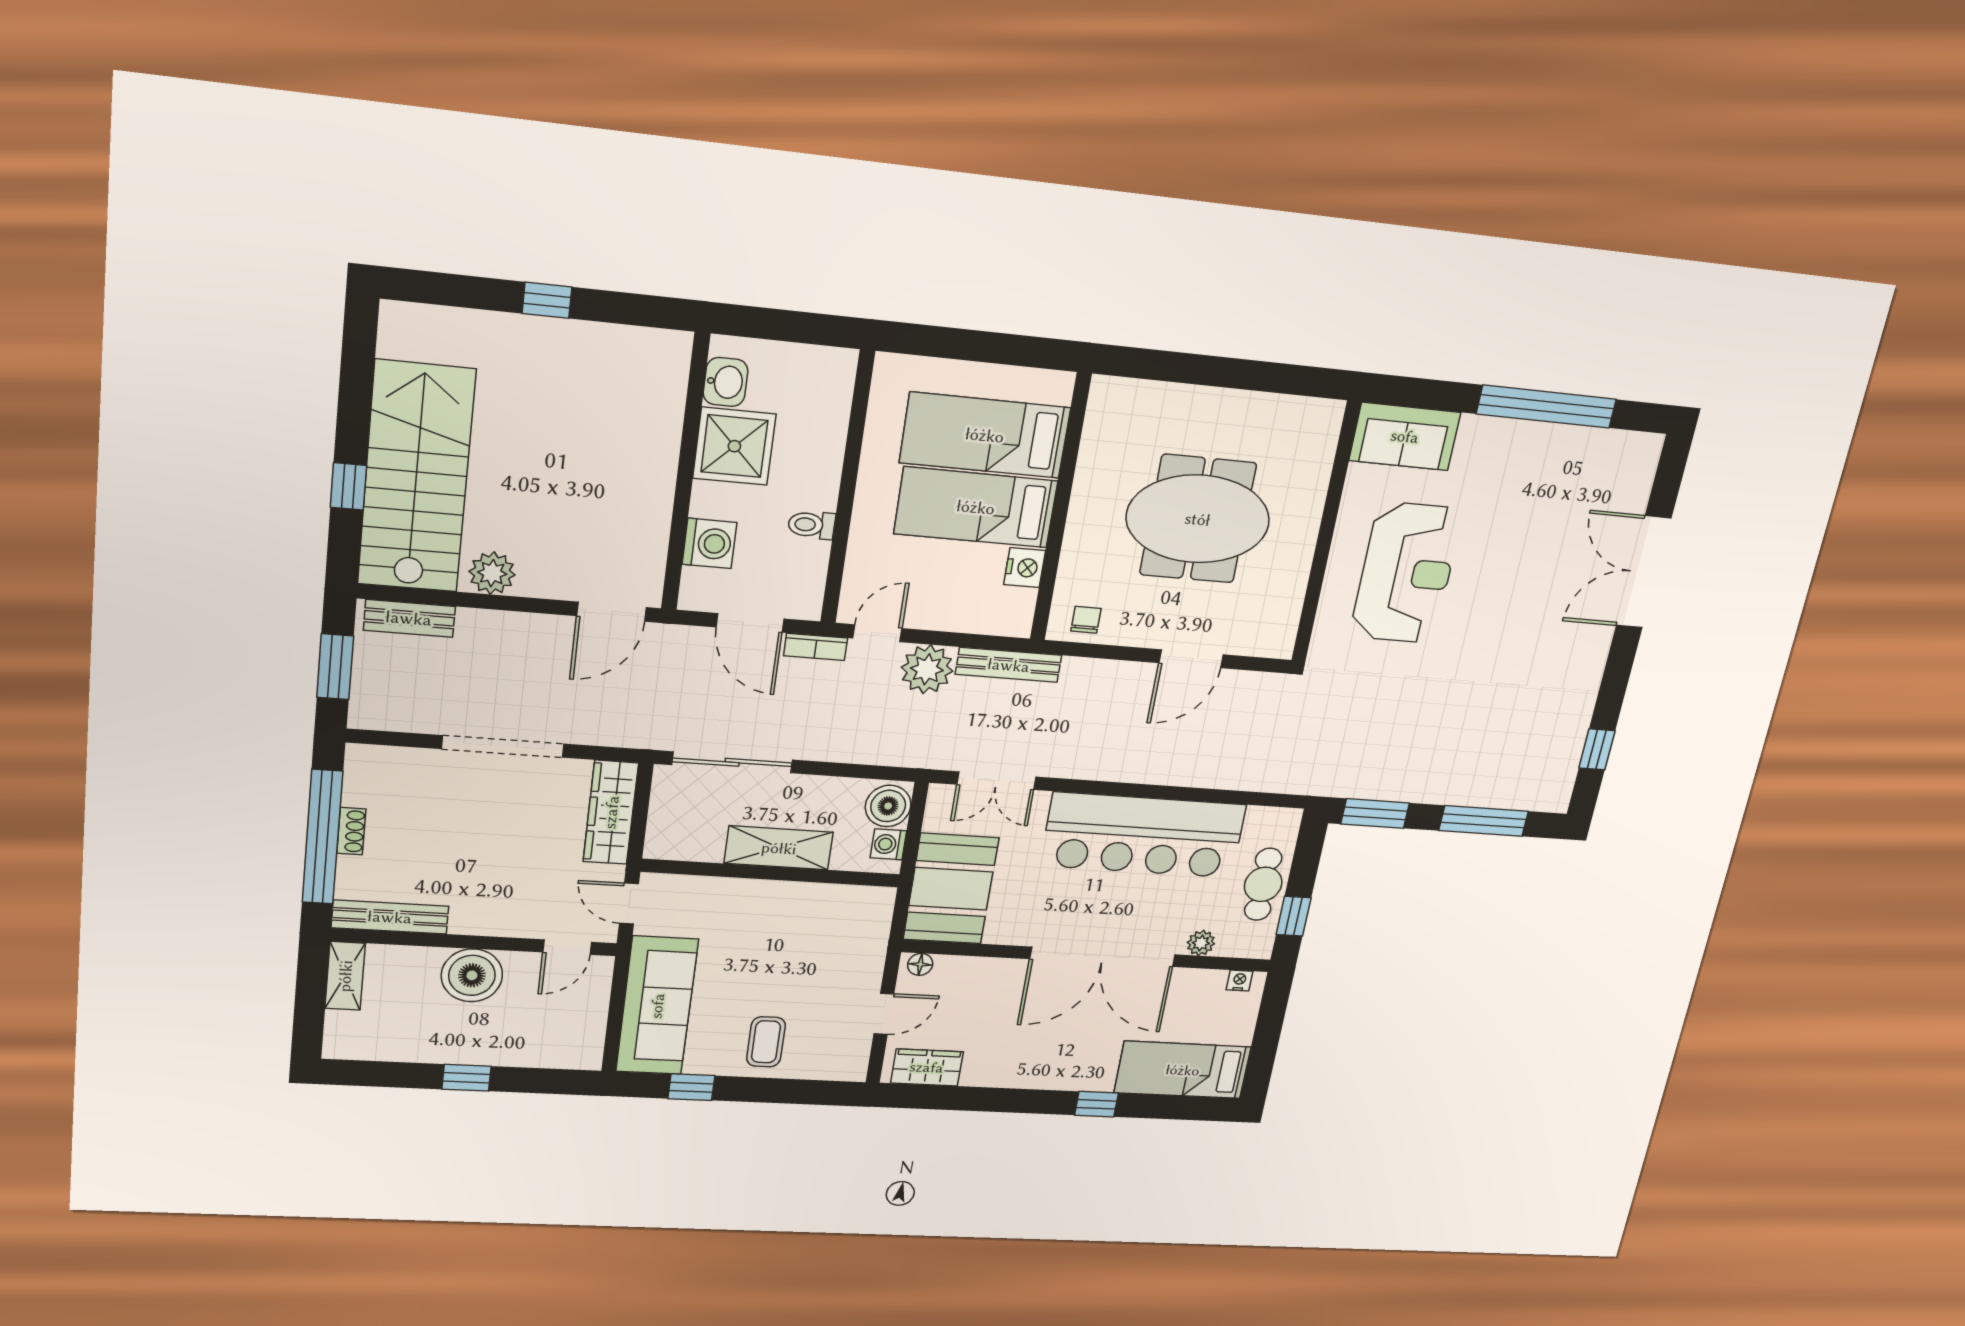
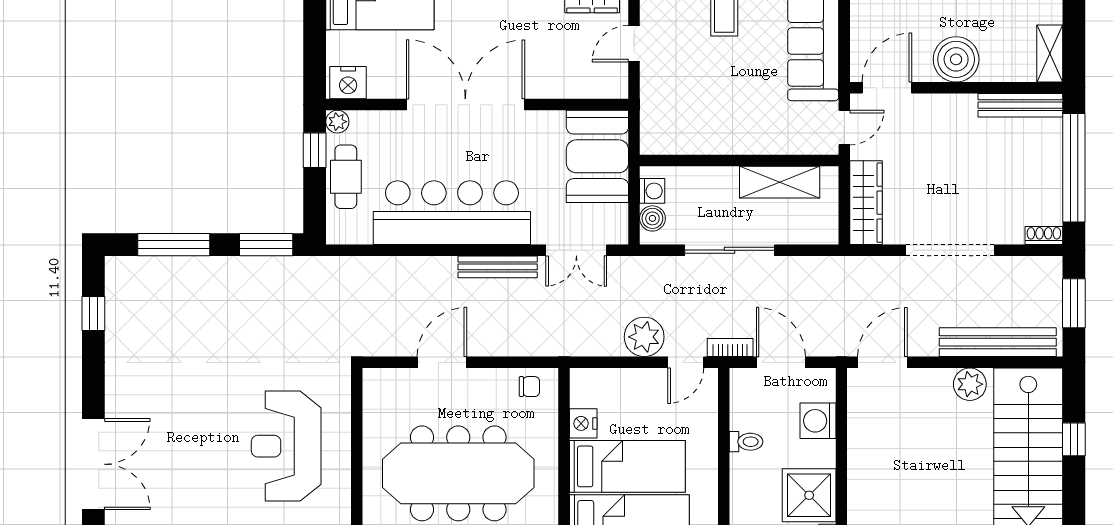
meeting table: (1198, 519) -> (458, 473), width x1.36
bench: (409, 618) -> (998, 342), width x1.86, depth x1.21
chair: (1086, 620) -> (529, 387), turned -90
bench: (1009, 665) -> (498, 267), moved
sliding door: (732, 762) -> (730, 250), moved
double door: (997, 781) -> (576, 250), swing flipped
boiler: (888, 806) -> (652, 218), width x0.73, depth x0.73
shoe rack: (351, 831) -> (1044, 235), moved, turned 90
shelving: (779, 848) -> (780, 182), moved
door: (629, 904) -> (844, 128), hinge flipped
plant: (1201, 943) -> (337, 122), moved
door: (567, 947) -> (887, 88), width x1.37
floor lamp: (920, 964) -> (612, 89), removed
nightstand: (1239, 981) -> (348, 83), width x1.89, depth x1.79

